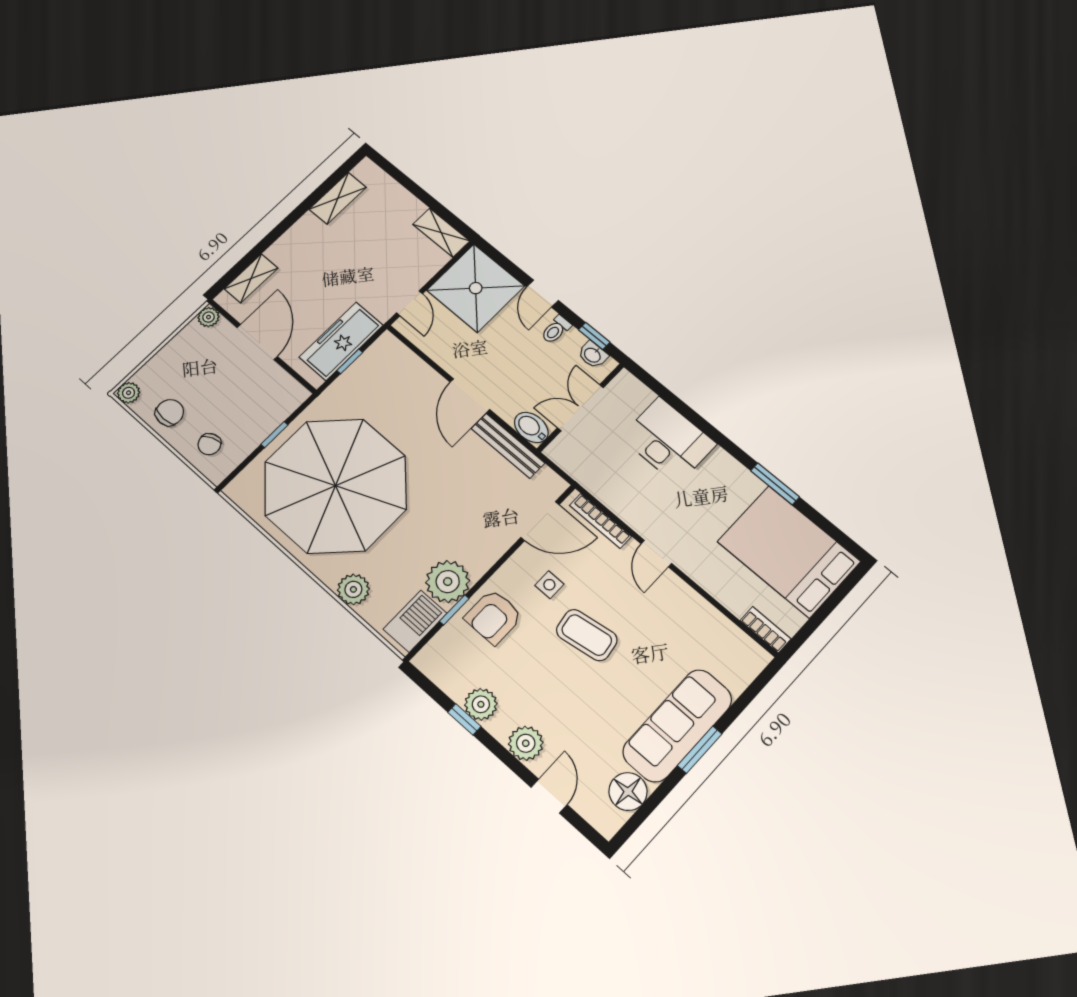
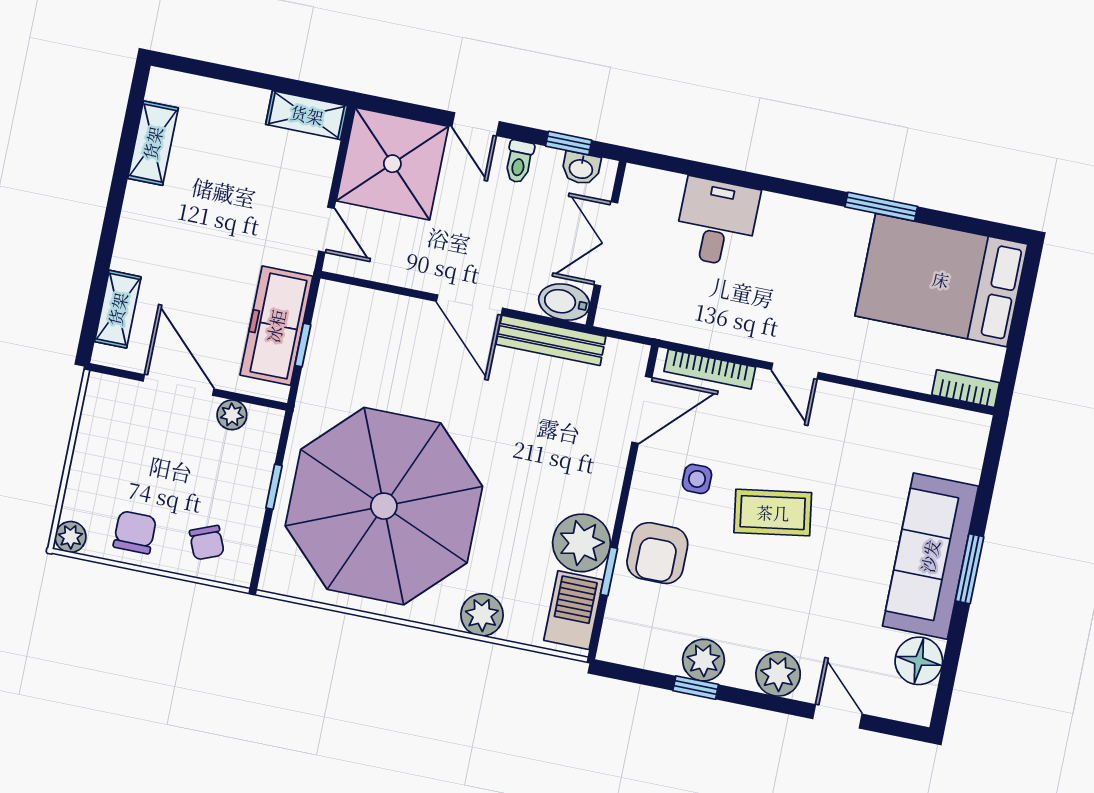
plant: (209, 317) -> (232, 415), moved
desk: (668, 441) -> (717, 222), width x0.73

